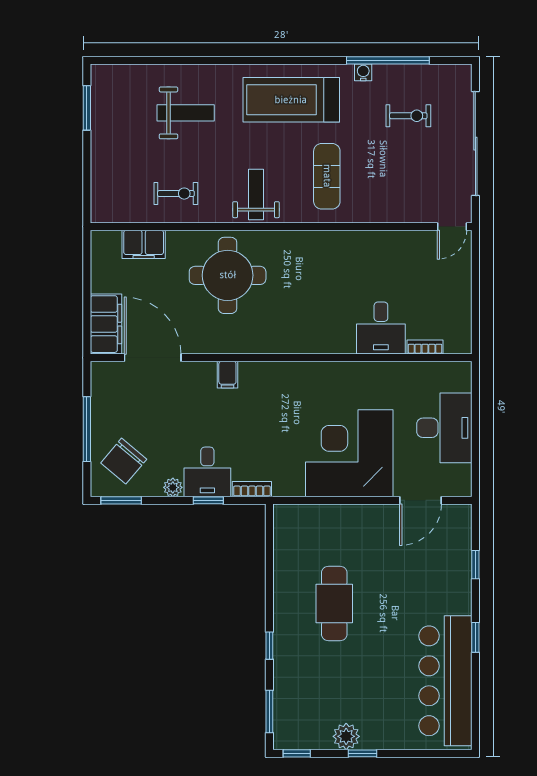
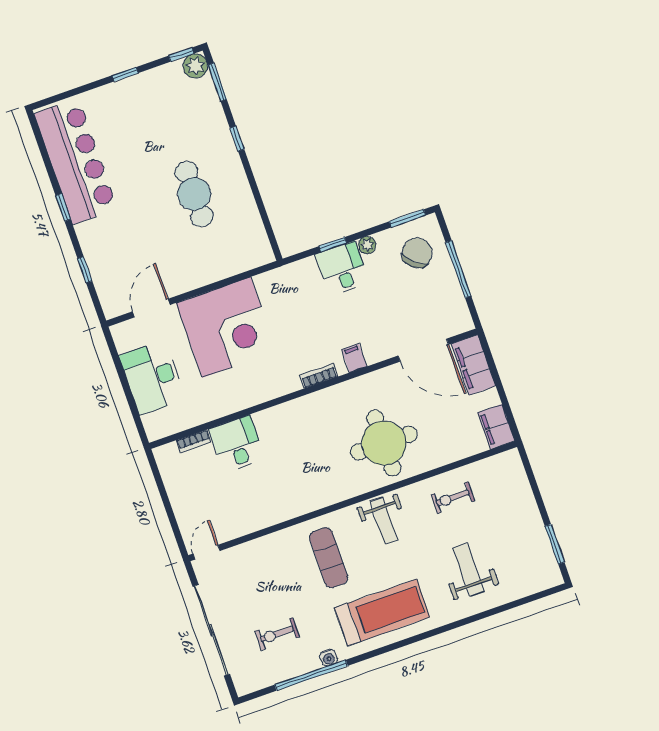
weight bench: (186, 113) -> (469, 570), turned 90
filing cabinet: (144, 244) -> (496, 427), moved, turned -90
bookcase: (252, 489) -> (319, 376), moved, turned 180
plant: (346, 736) -> (195, 66), moved

